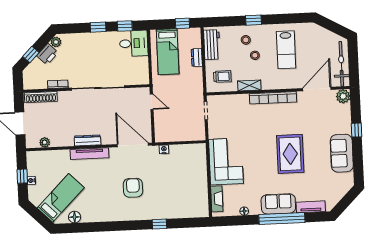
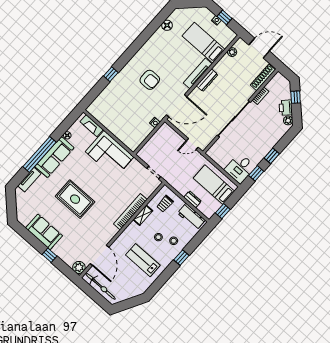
bookcase: (273, 98) -> (130, 212), moved
bed: (61, 198) -> (203, 43), moved, turned 135
sofa: (278, 204) -> (54, 157), width x1.36

